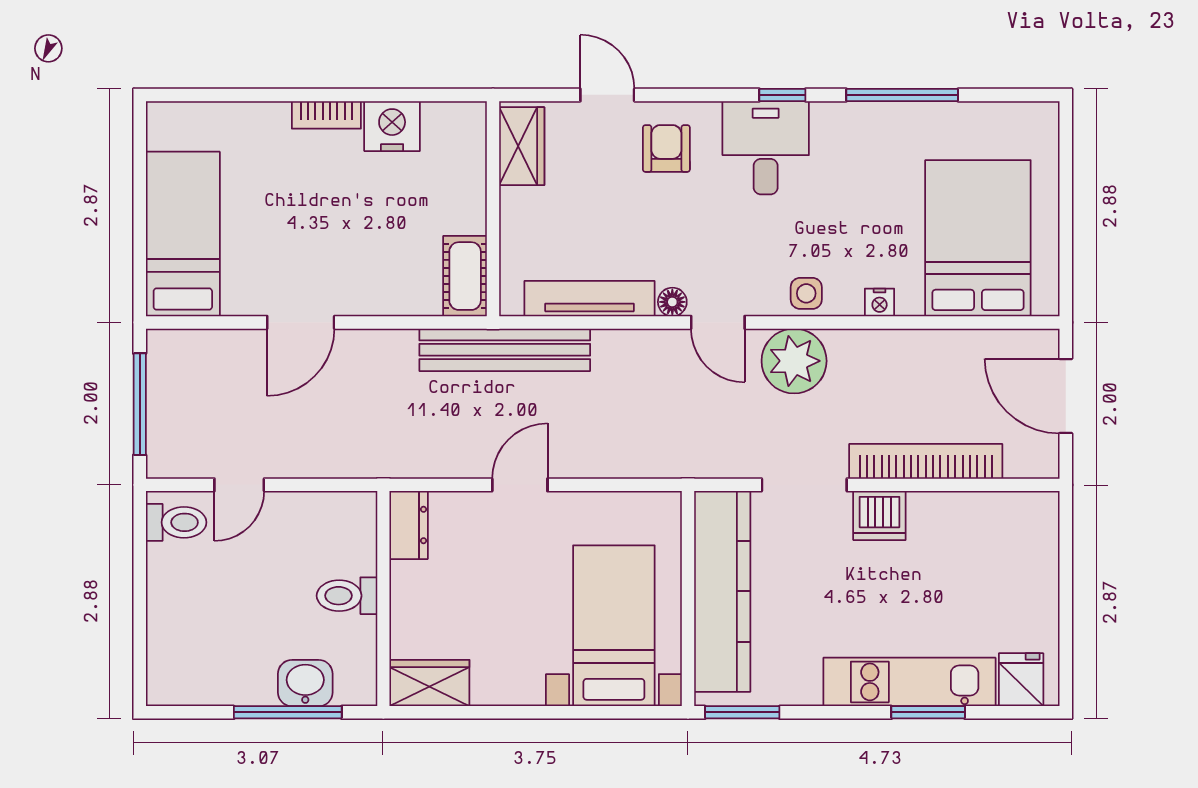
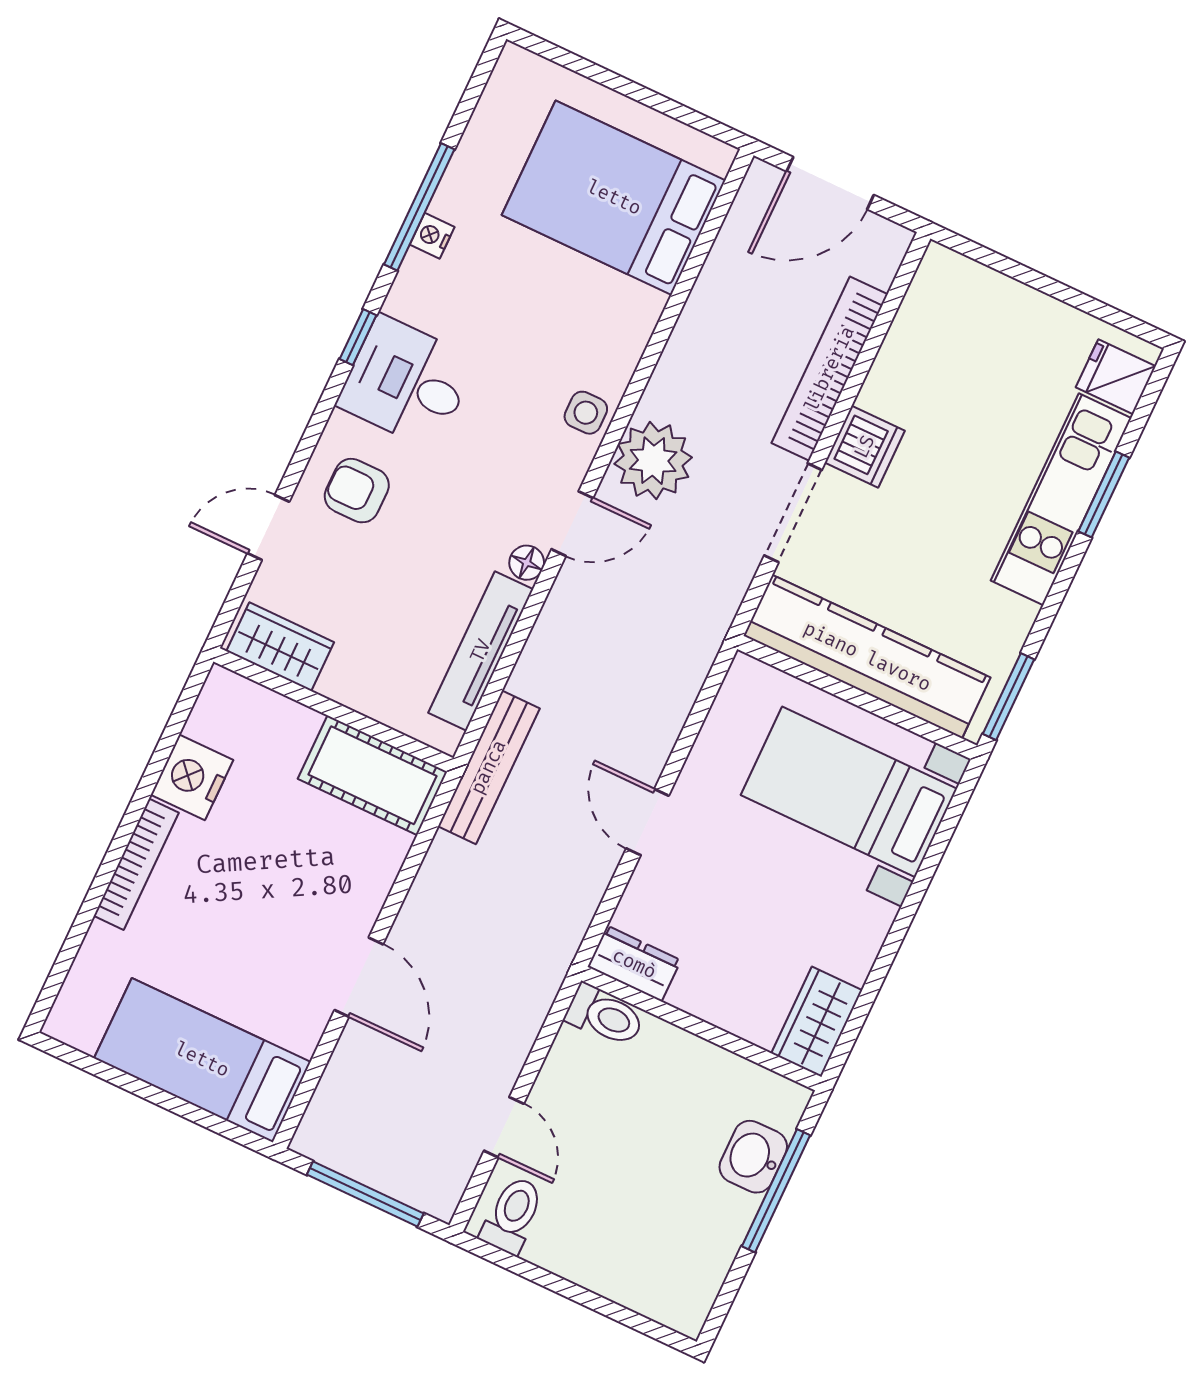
bookcase: (326, 115) -> (136, 864), width x1.56
cot: (465, 276) -> (372, 775), width x1.37, depth x1.34
nightstand: (880, 302) -> (432, 236), moved, turned 180
bench: (505, 350) -> (489, 767), width x0.73, depth x0.82
toilet: (347, 596) -> (605, 1016), moved, turned -90

